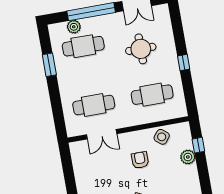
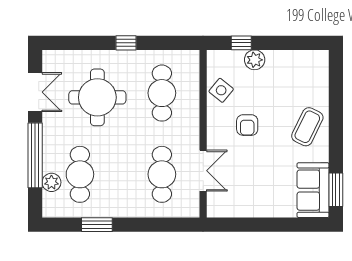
round table: (141, 49) -> (97, 97), width x1.36, depth x1.36
armchair: (140, 160) -> (247, 125), turned -90

